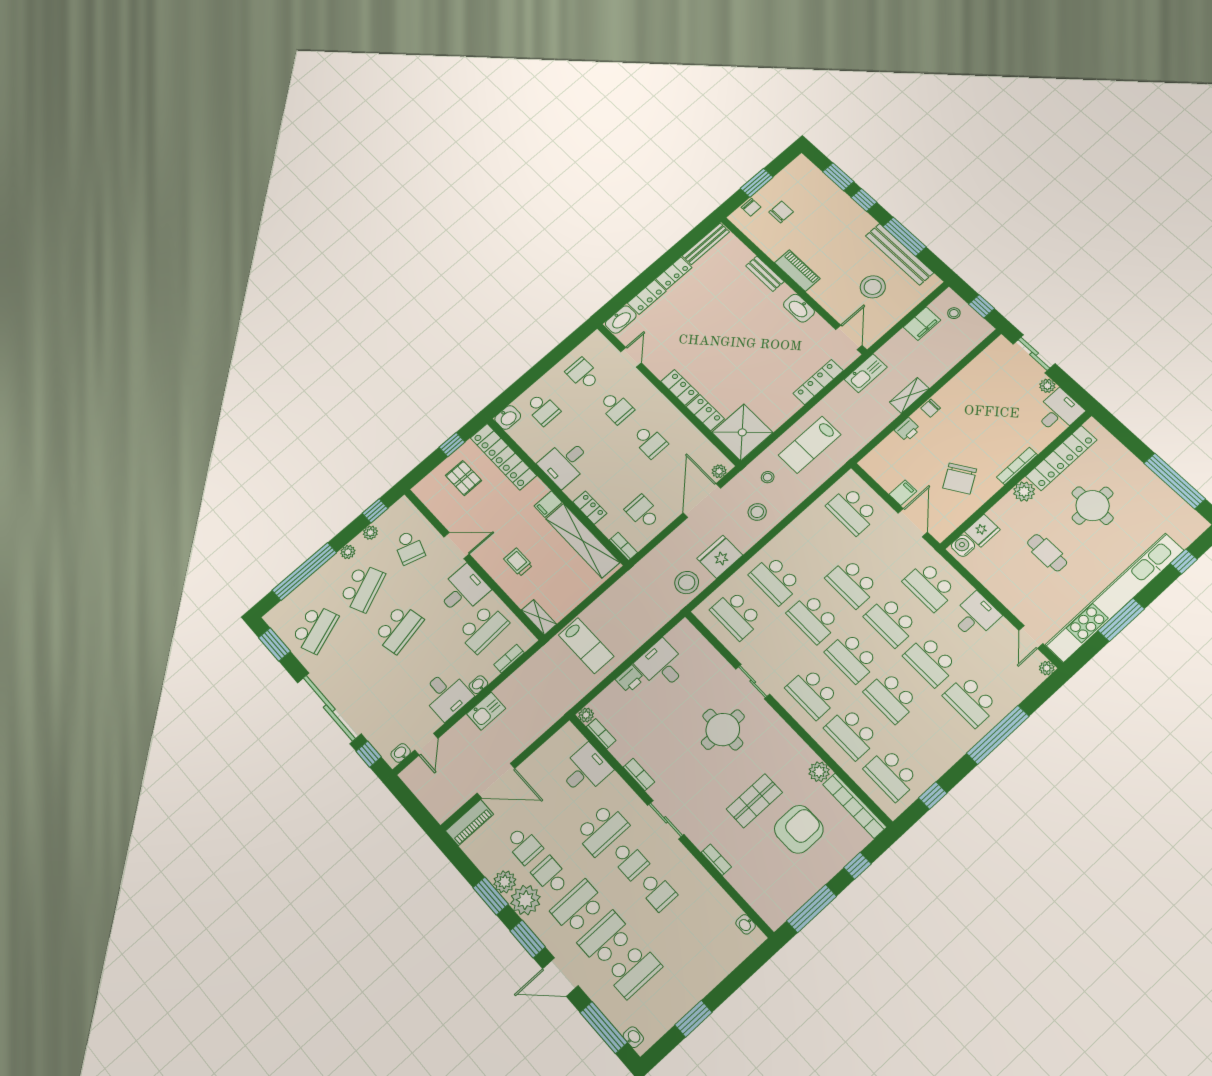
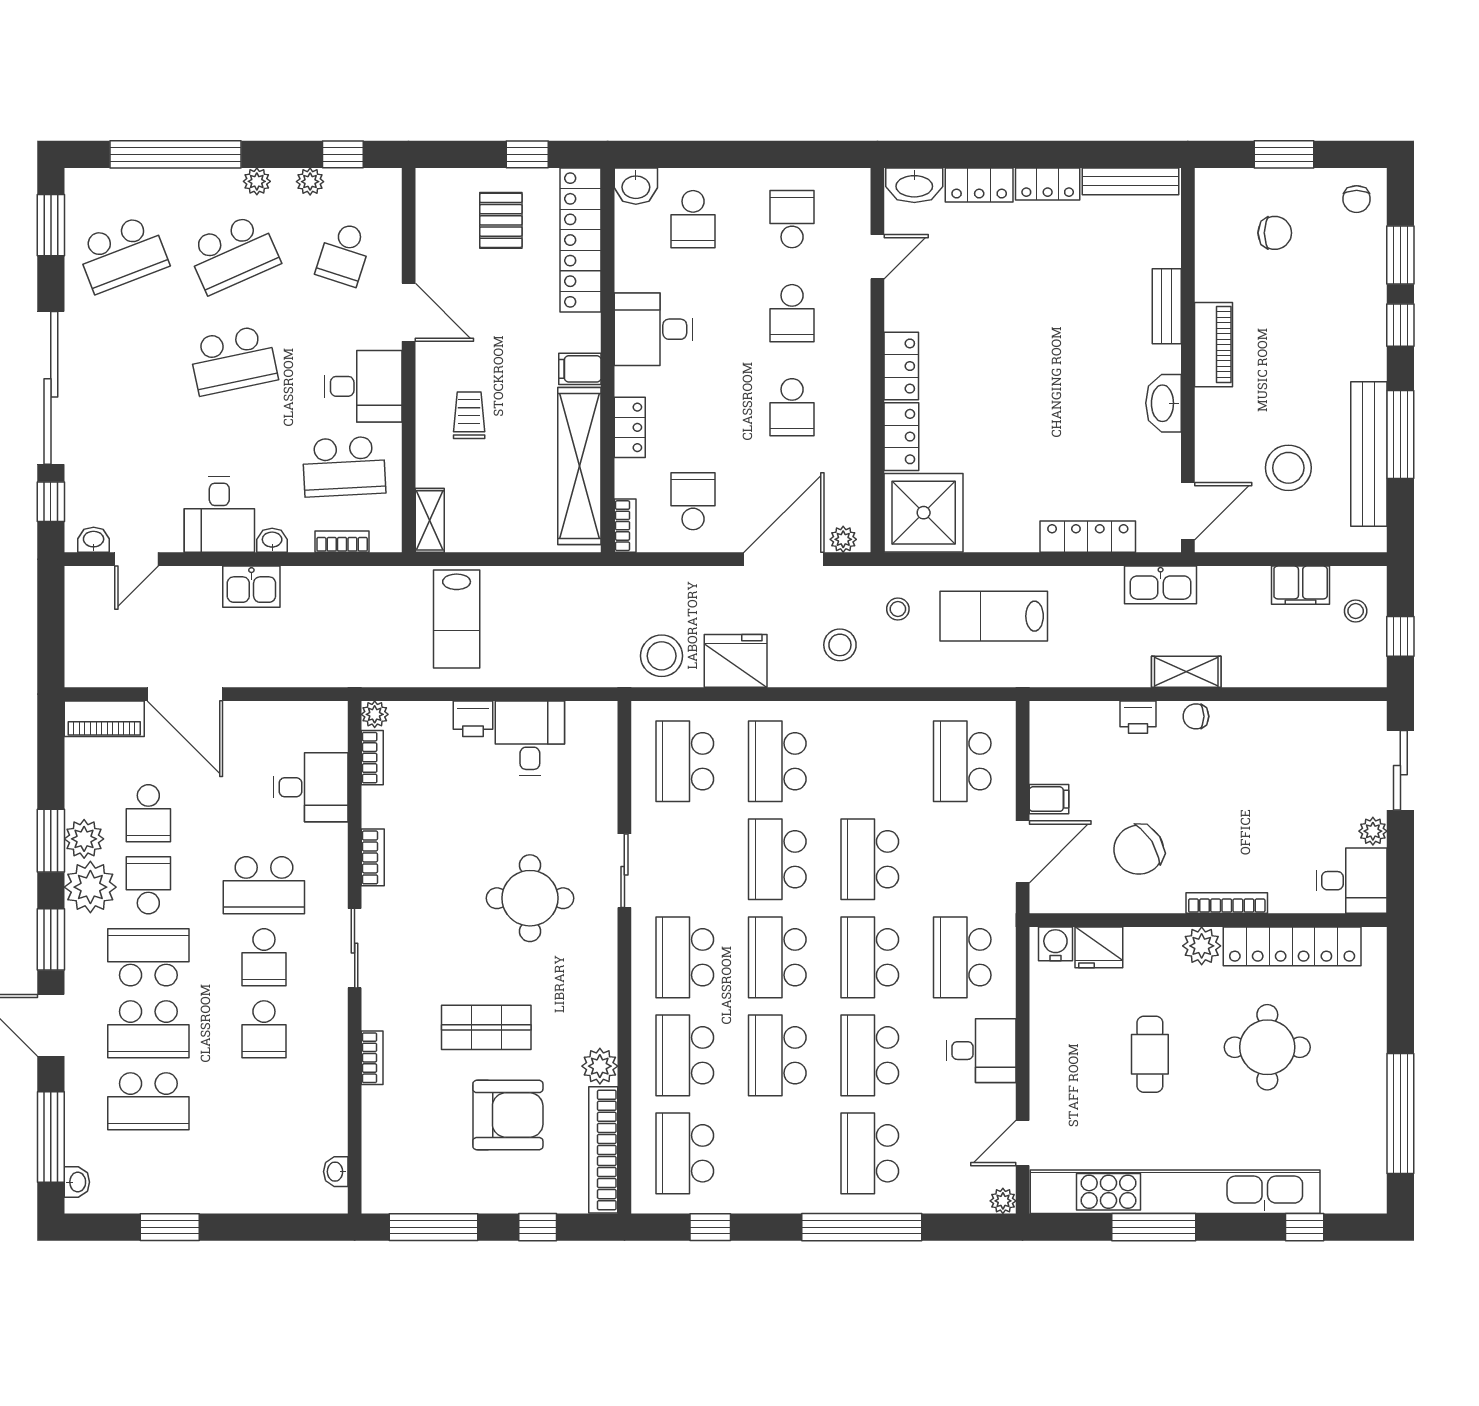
chair: (751, 207) -> (1357, 199), moved
school desk: (606, 939) -> (148, 1029), turned 180

